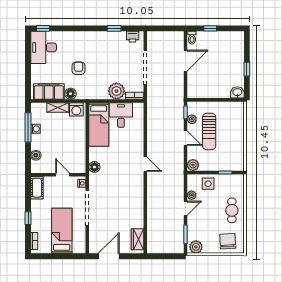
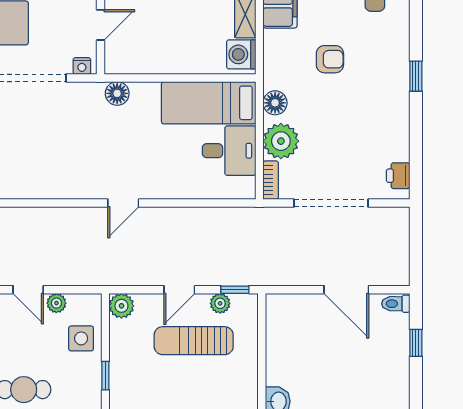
window: (114, 28) -> (416, 76), moved
floor lamp: (71, 94) -> (275, 103), moved

